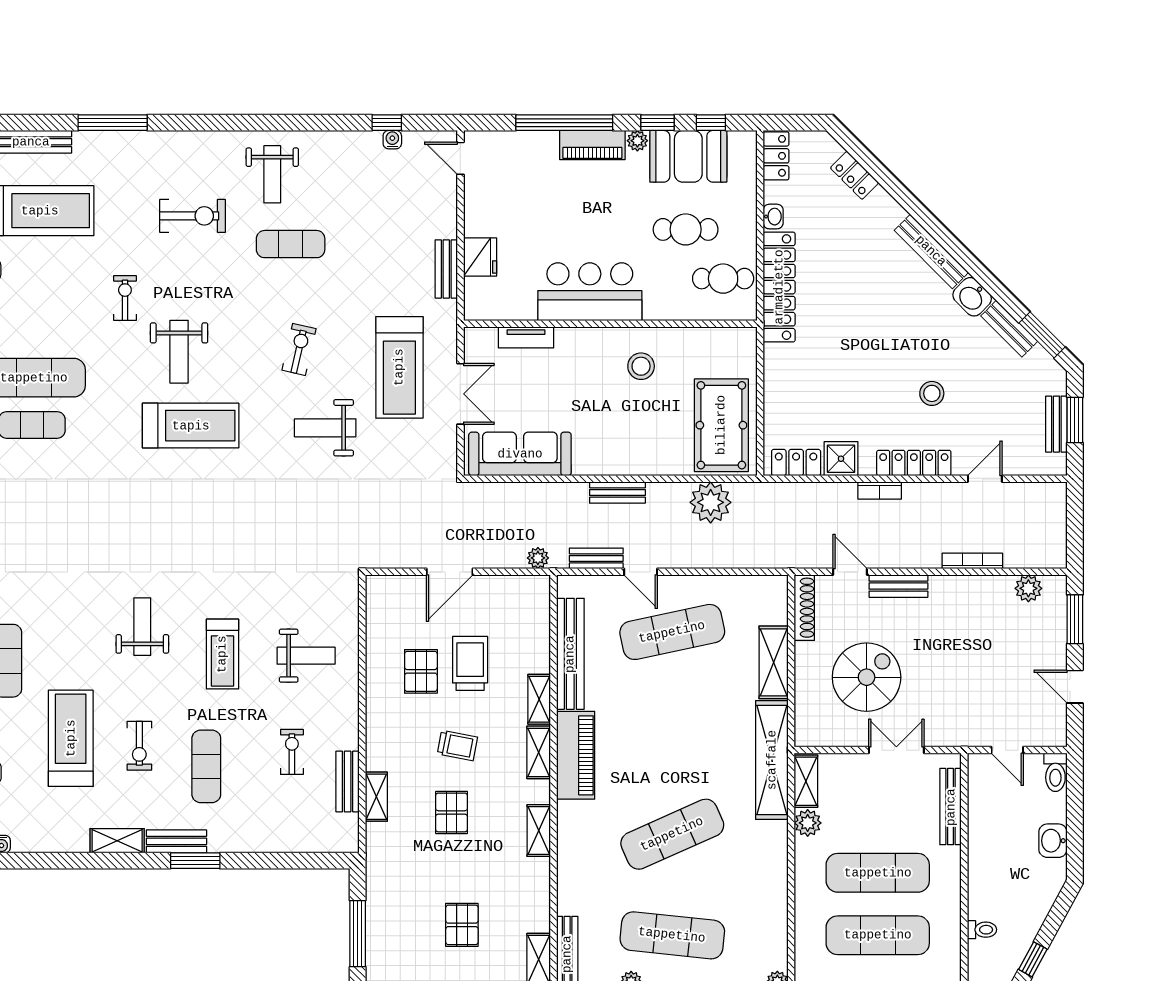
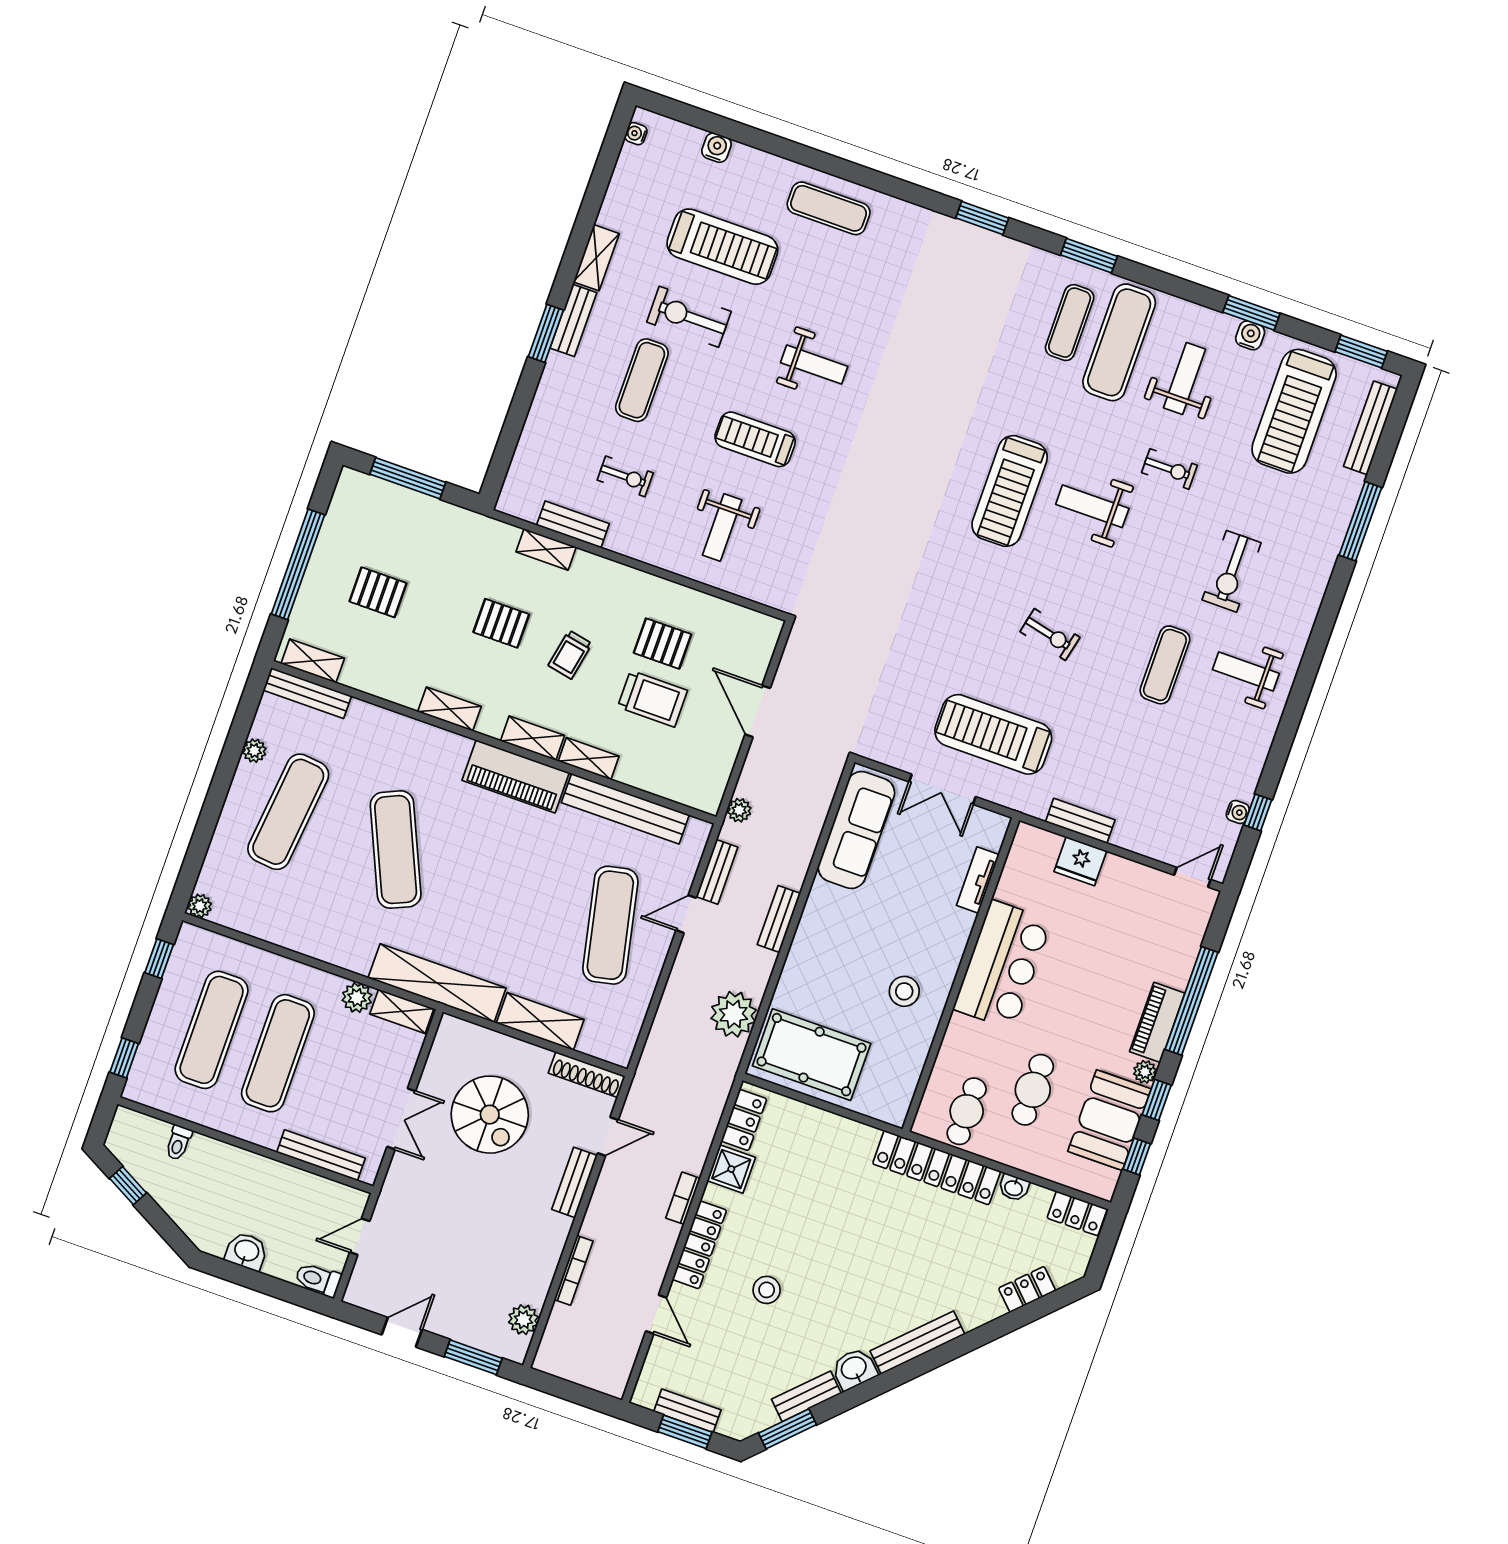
weight bench: (325, 428) -> (1185, 378), moved
exercise bike: (139, 746) -> (689, 317), width x1.38, depth x1.39
exercise mat: (206, 766) -> (642, 380), turned 90

